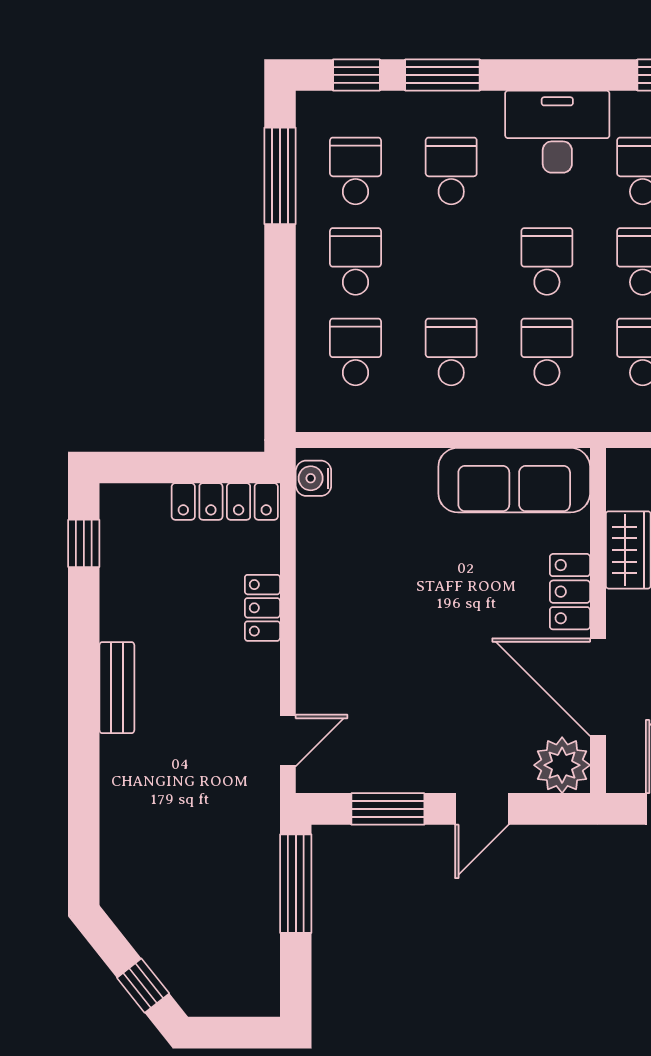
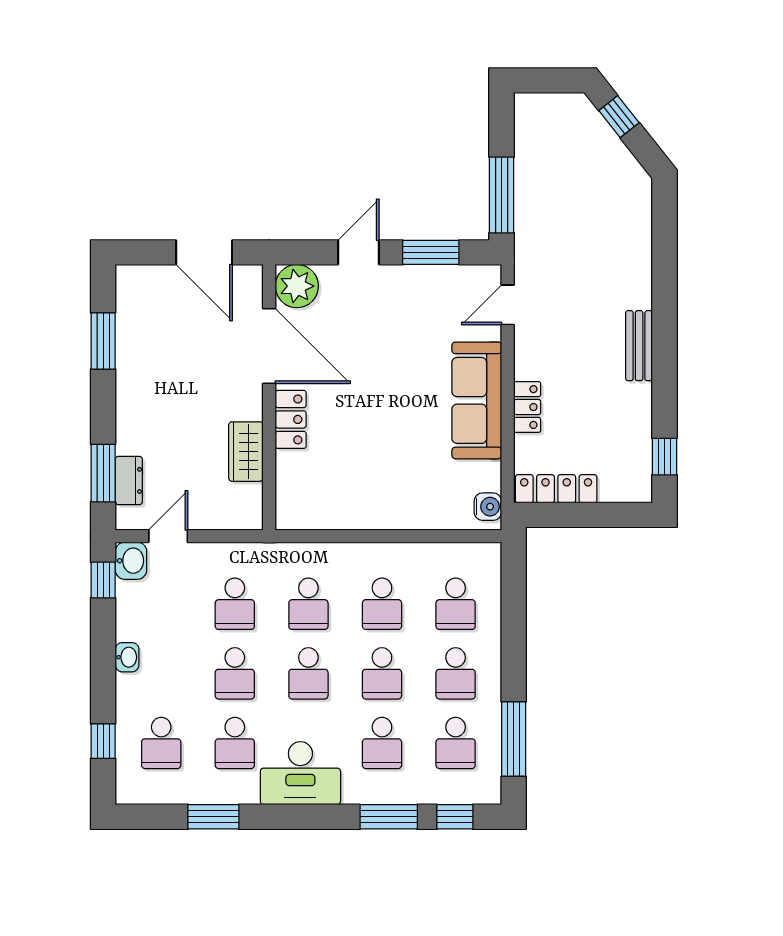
school desk: (451, 261) -> (382, 673), added
sofa: (514, 480) -> (477, 400), moved, turned -90

